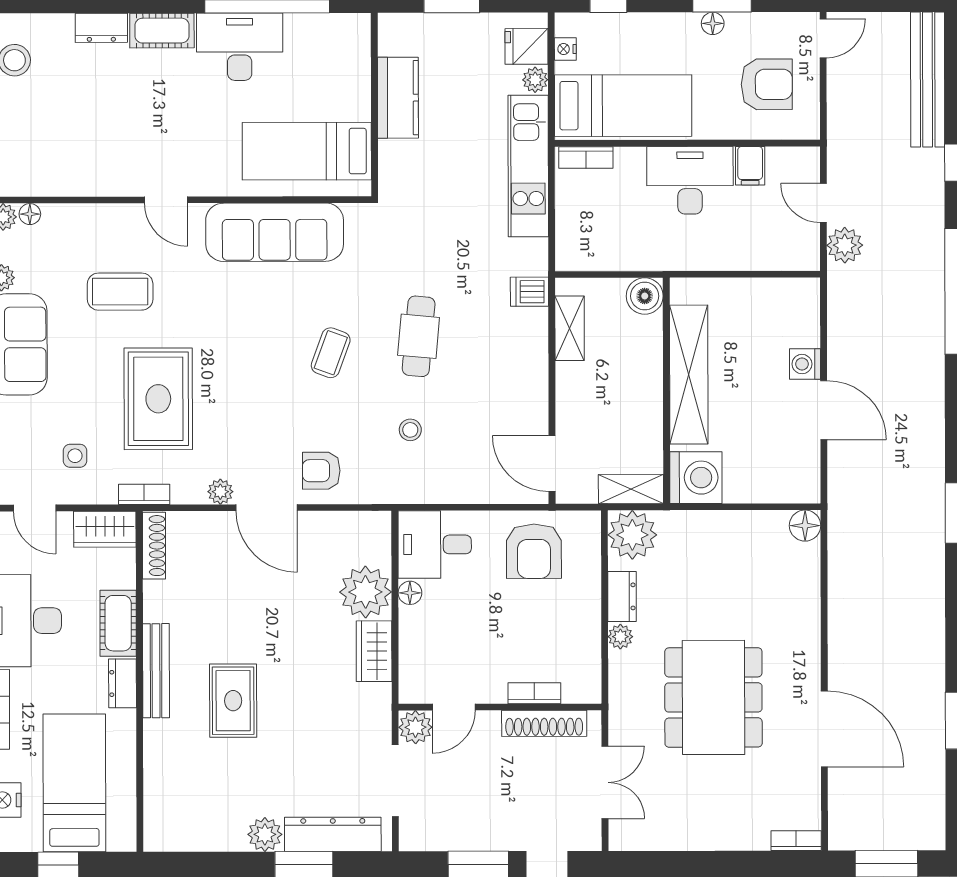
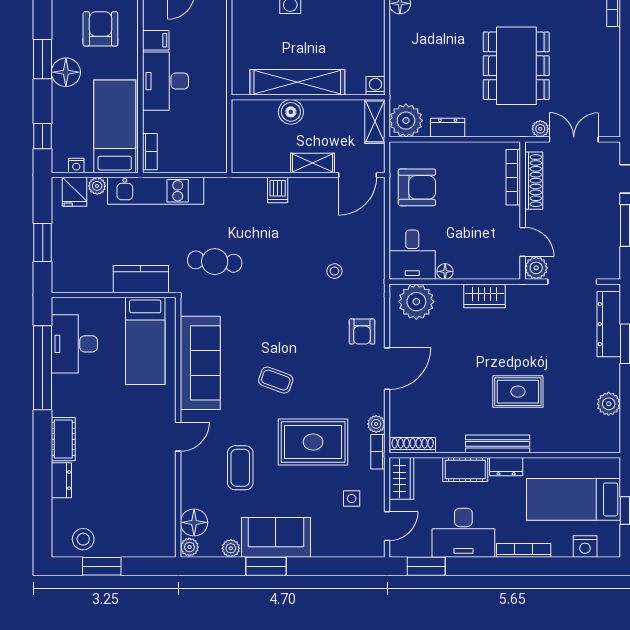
floor lamp: (713, 23) -> (66, 72), width x1.89, depth x1.89
desk: (240, 47) -> (74, 344), moved
kitchen counter: (398, 98) -> (141, 279), moved
floor lamp: (30, 214) -> (194, 522), width x1.89, depth x1.89
dishwasher: (529, 292) -> (278, 190), moved
boiler: (645, 296) -> (291, 112), moved
shelving: (570, 328) -> (312, 163), moved
cafe table: (419, 336) -> (215, 262), moved
coffee table: (331, 353) -> (276, 380), moved
washing machine: (696, 478) -> (375, 86), width x0.53, depth x0.53
plant: (220, 492) -> (376, 424), moved
plant: (365, 592) -> (416, 302), moved
plant: (620, 637) -> (540, 129), moved
bookcase: (534, 693) -> (513, 177), width x1.56
dining table: (713, 697) -> (516, 66), turned 90
plant: (265, 834) -> (609, 404), moved

